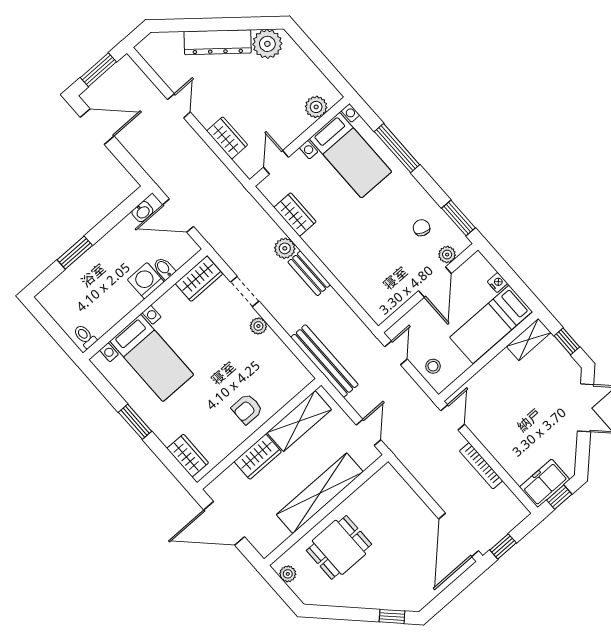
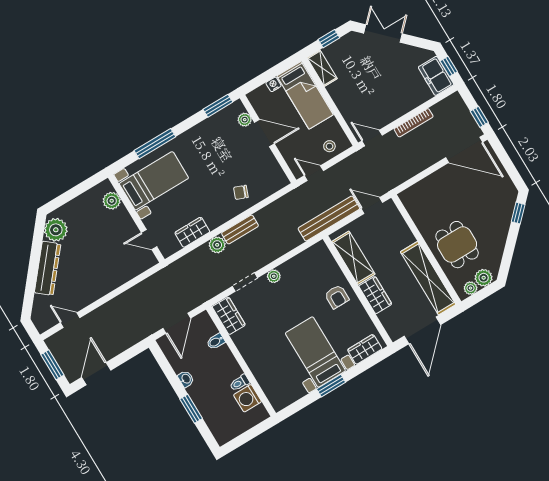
door: (179, 106) -> (70, 320), moved
wardrobe: (227, 138) -> (123, 274), removed
washbasin: (142, 212) -> (186, 379), moved
chair: (422, 228) -> (241, 192), moved
washing machine: (146, 281) -> (248, 398), moved
toilet: (85, 336) -> (240, 383), moved
bed with nightstands: (152, 358) -> (315, 352), moved, turned -90
bench: (324, 361) -> (329, 219), moved
shelving: (320, 493) -> (428, 278), moved
plant: (304, 588) -> (484, 278), added

